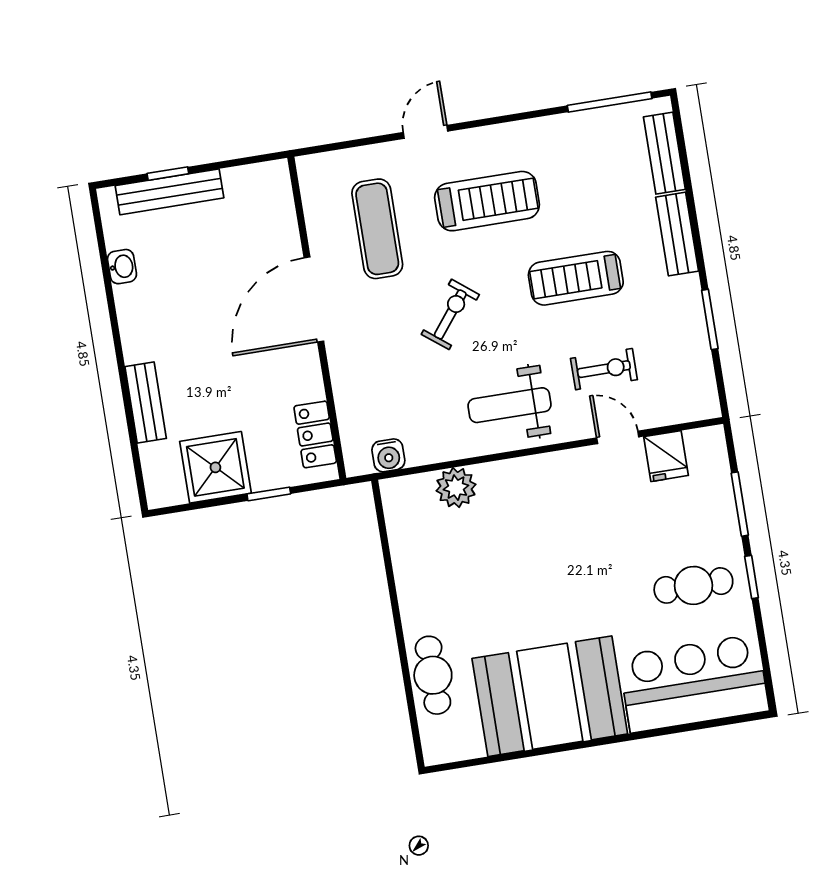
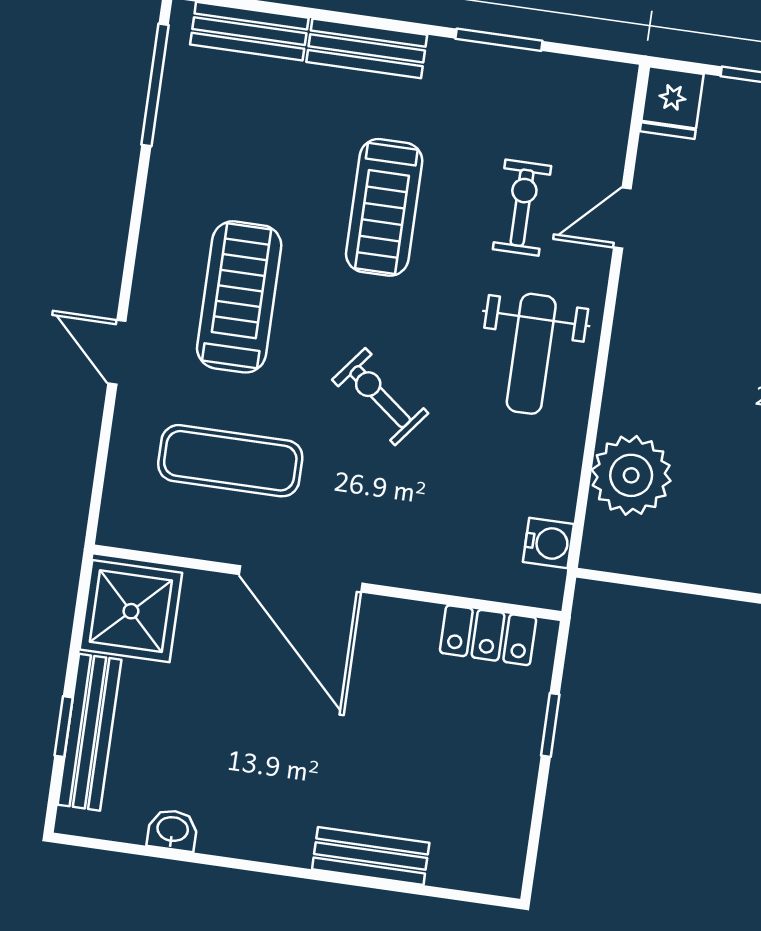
fridge: (666, 456) -> (672, 103), moved, turned 90
shower: (215, 467) -> (131, 611), moved
plant: (456, 488) -> (631, 475), width x1.36, depth x1.36

